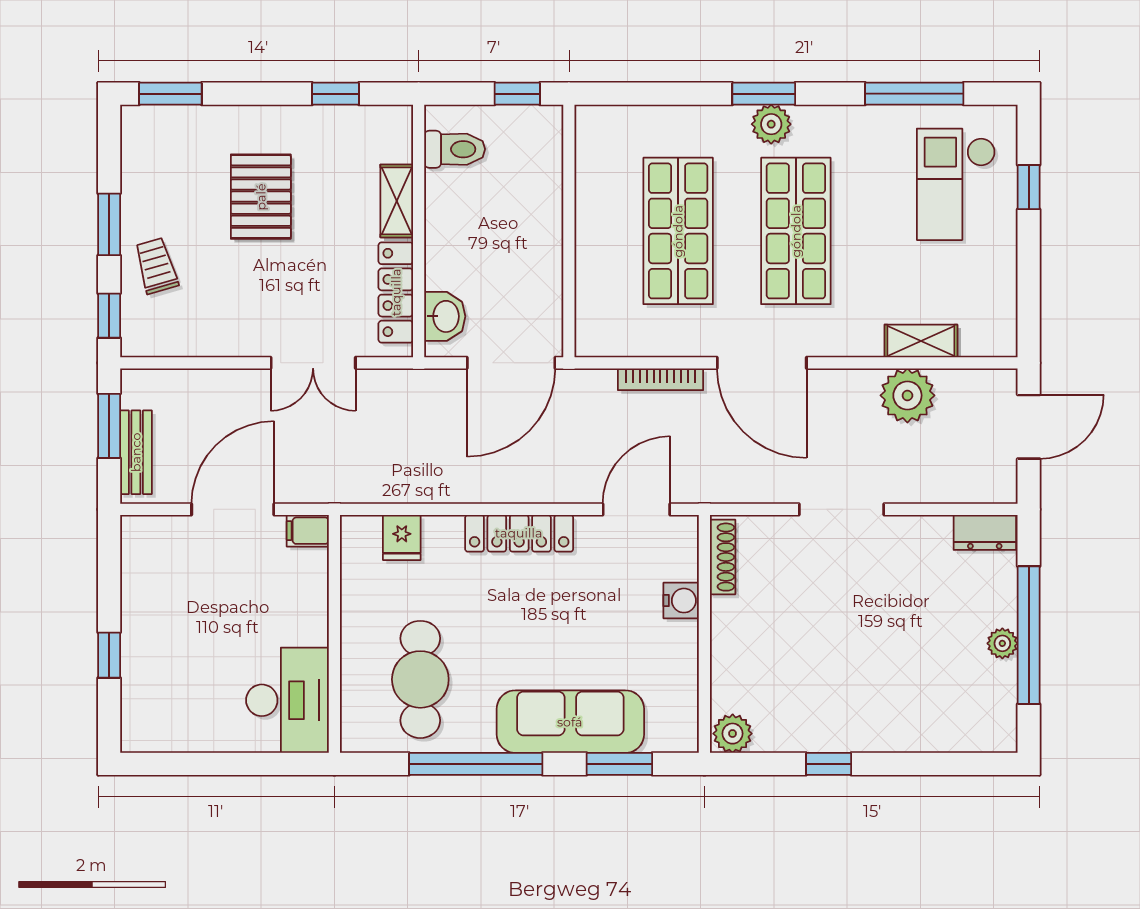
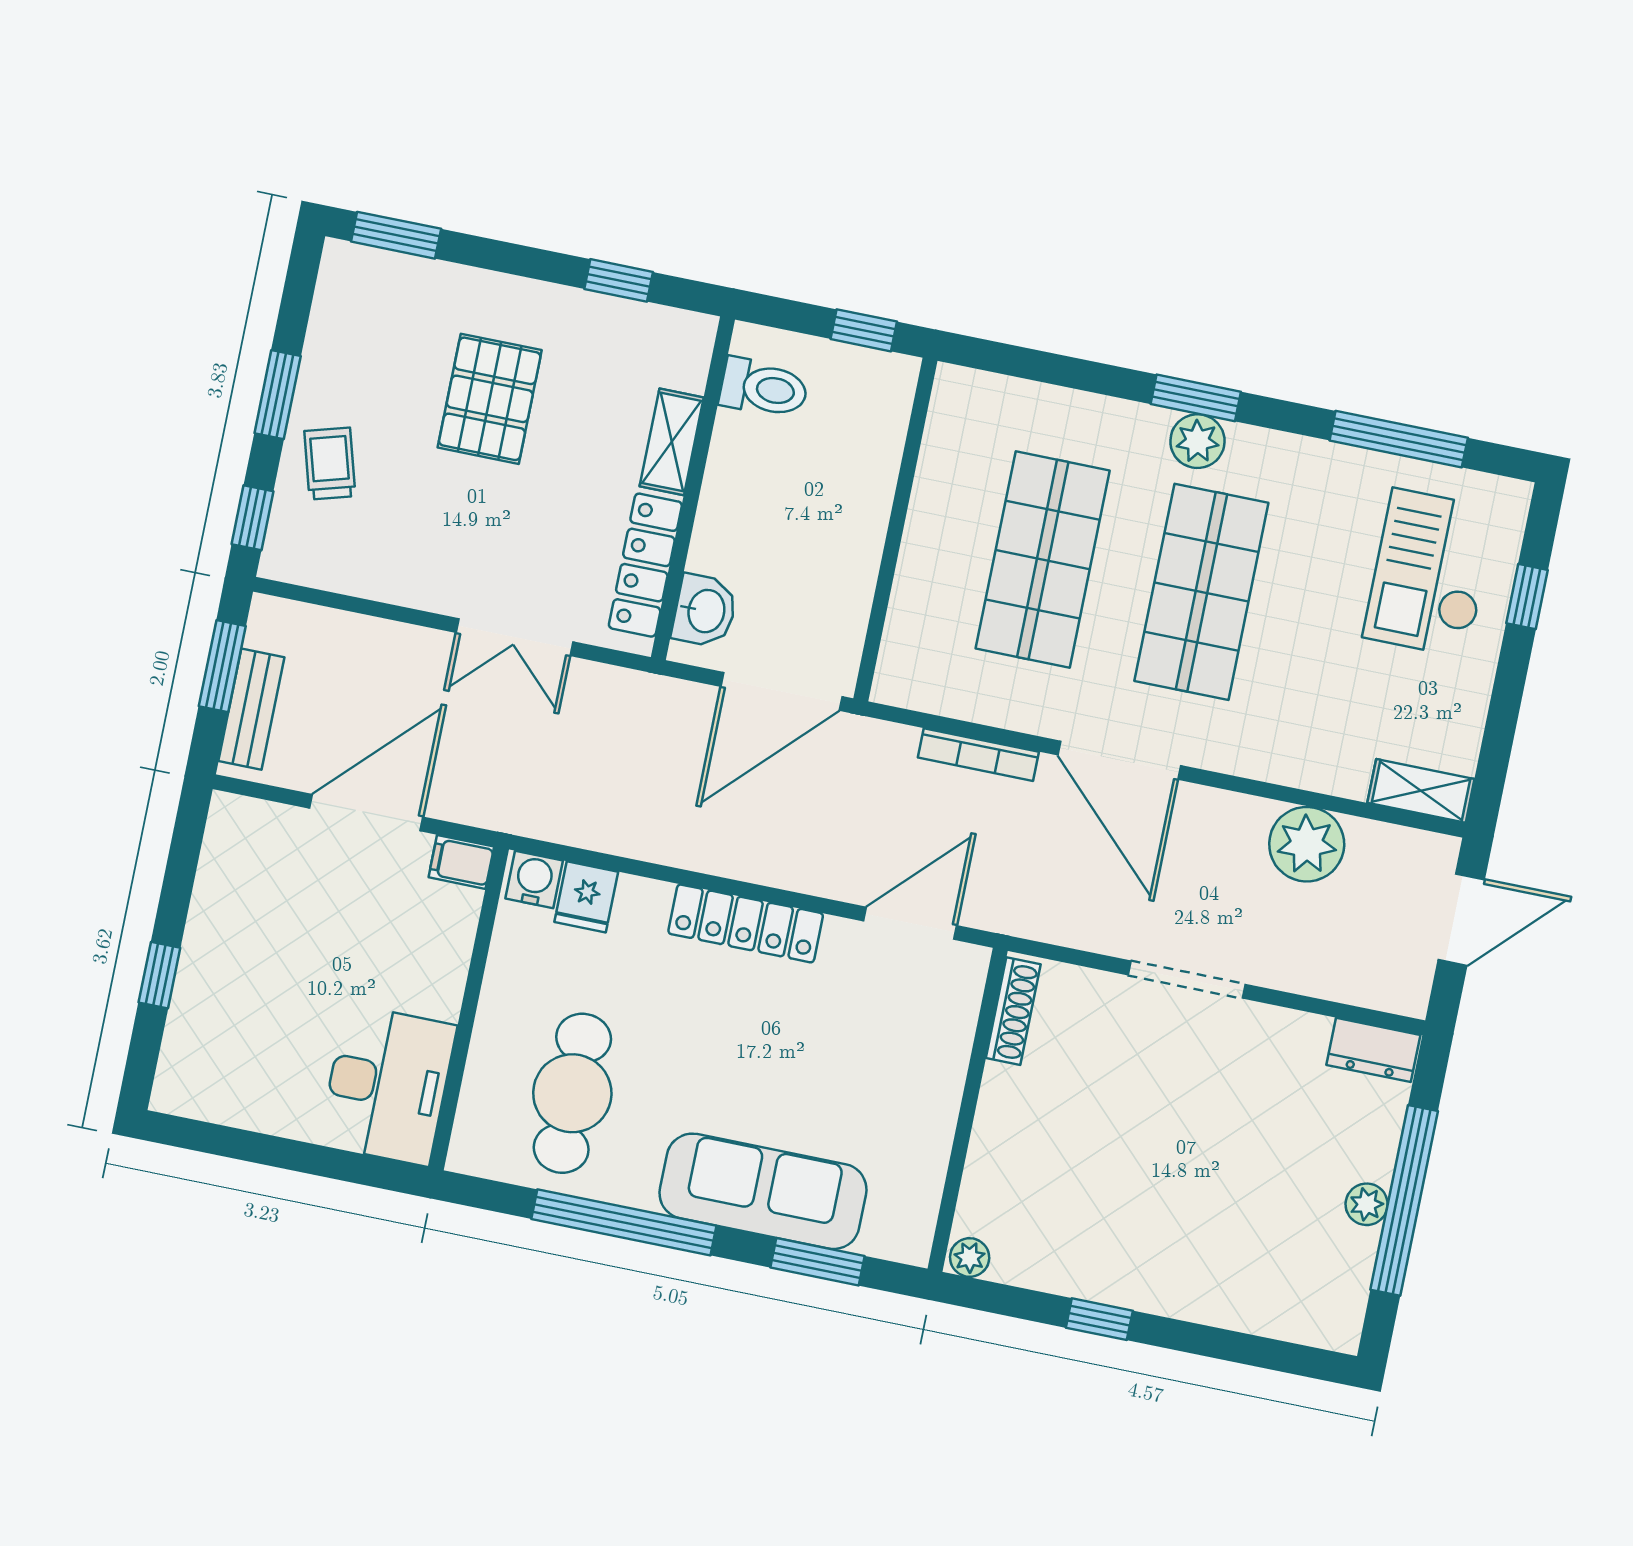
shelving: (921, 341) -> (1421, 791), moved
water cooler: (681, 601) -> (534, 879), moved, turned -90
plant: (733, 734) -> (970, 1258), width x0.73, depth x0.73

